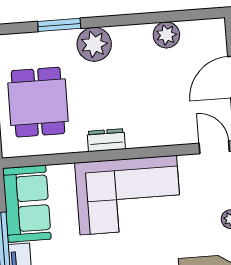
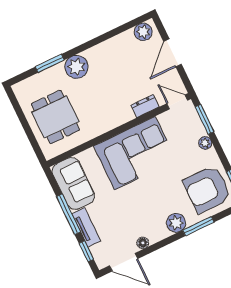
plant: (166, 35) -> (143, 32), moved
dresser: (106, 140) -> (145, 106), moved

